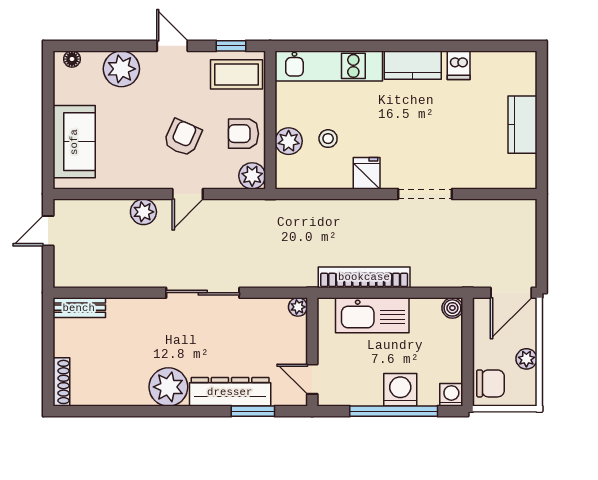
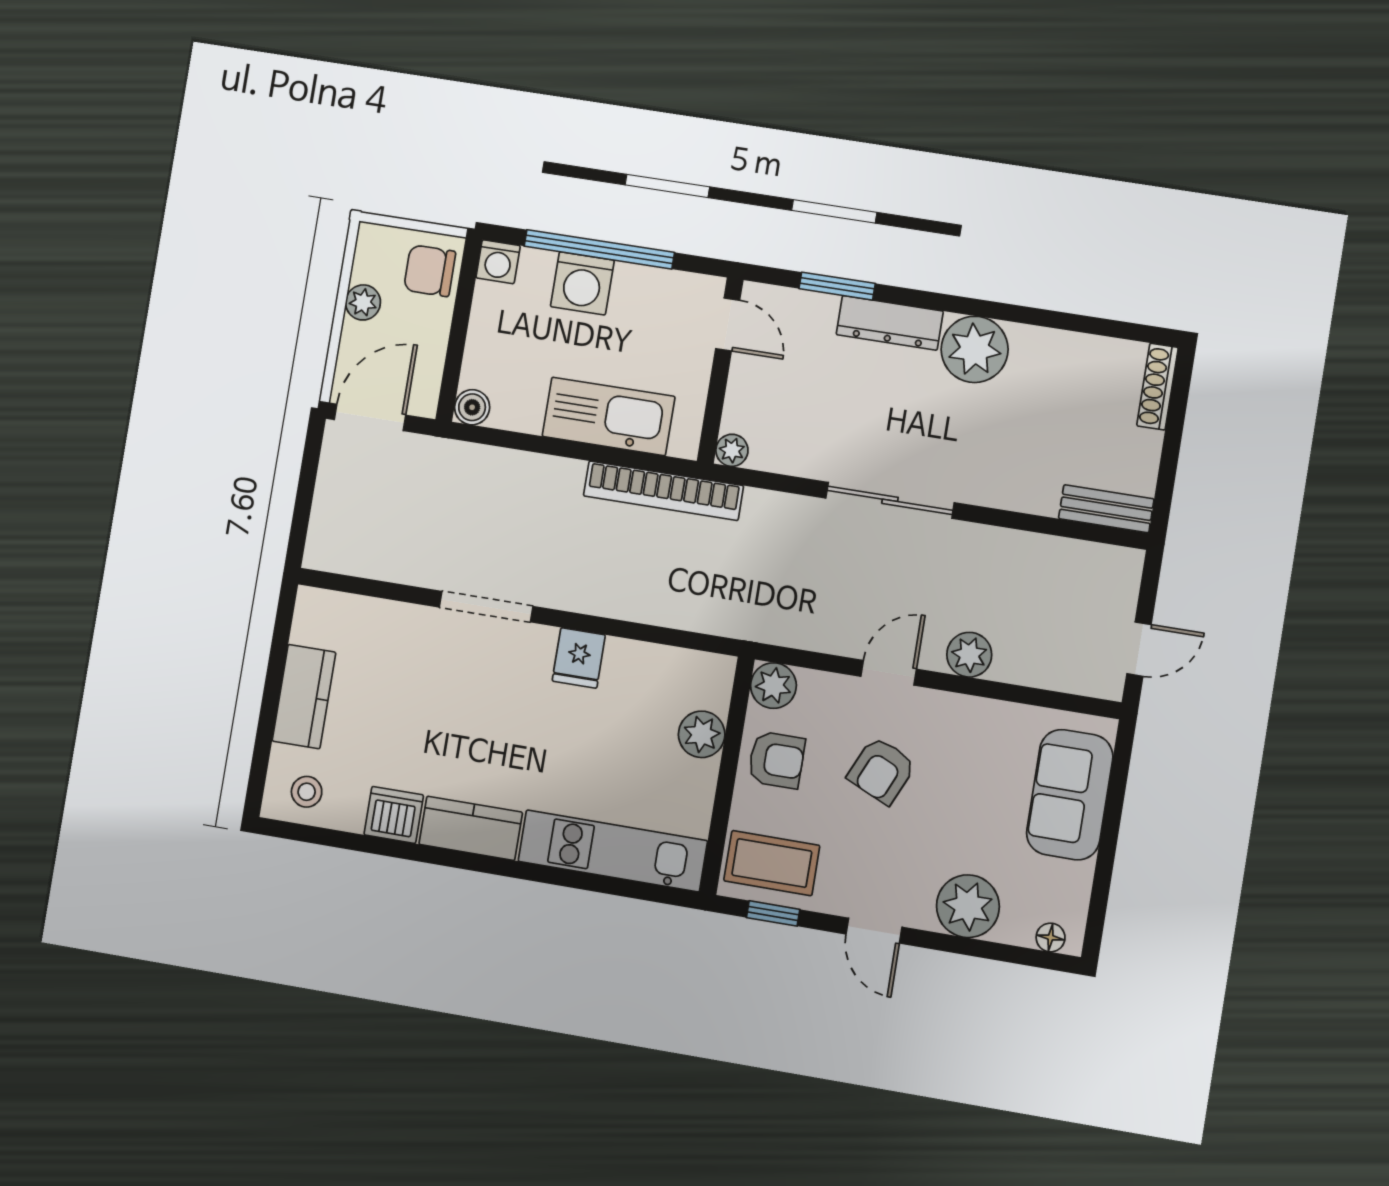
dishwasher: (459, 65) -> (394, 815), width x1.38
stool: (328, 139) -> (307, 792), moved
bookcase: (364, 277) -> (663, 491), moved
dresser: (230, 392) -> (890, 323), width x0.73, depth x0.80

